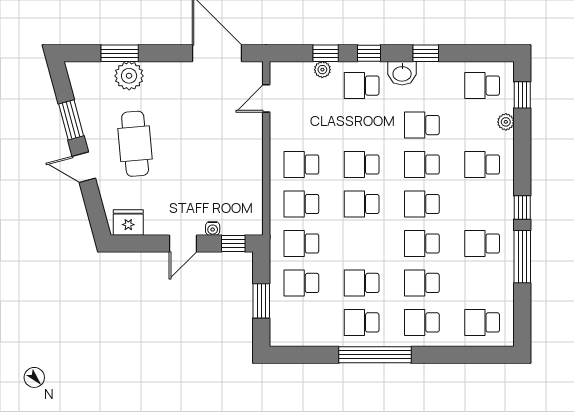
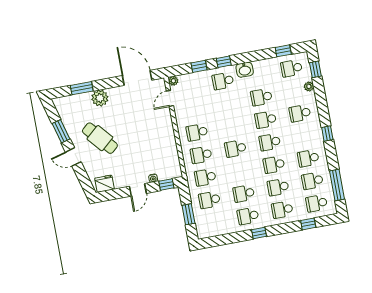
window: (426, 53) -> (283, 51), moved
plant: (322, 70) -> (173, 81), moved
plant: (129, 76) -> (100, 98), moved
cafe table: (135, 144) -> (100, 138), turned -36
school desk: (362, 165) -> (312, 181), moved
window: (522, 257) -> (337, 185), moved
window: (375, 355) -> (259, 233), width x0.32
window: (461, 355) -> (308, 224), added

